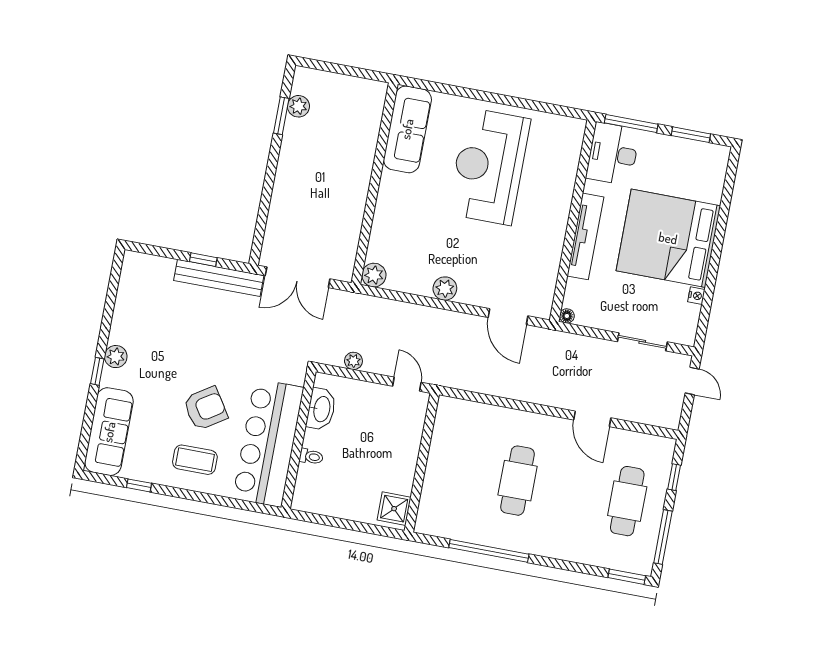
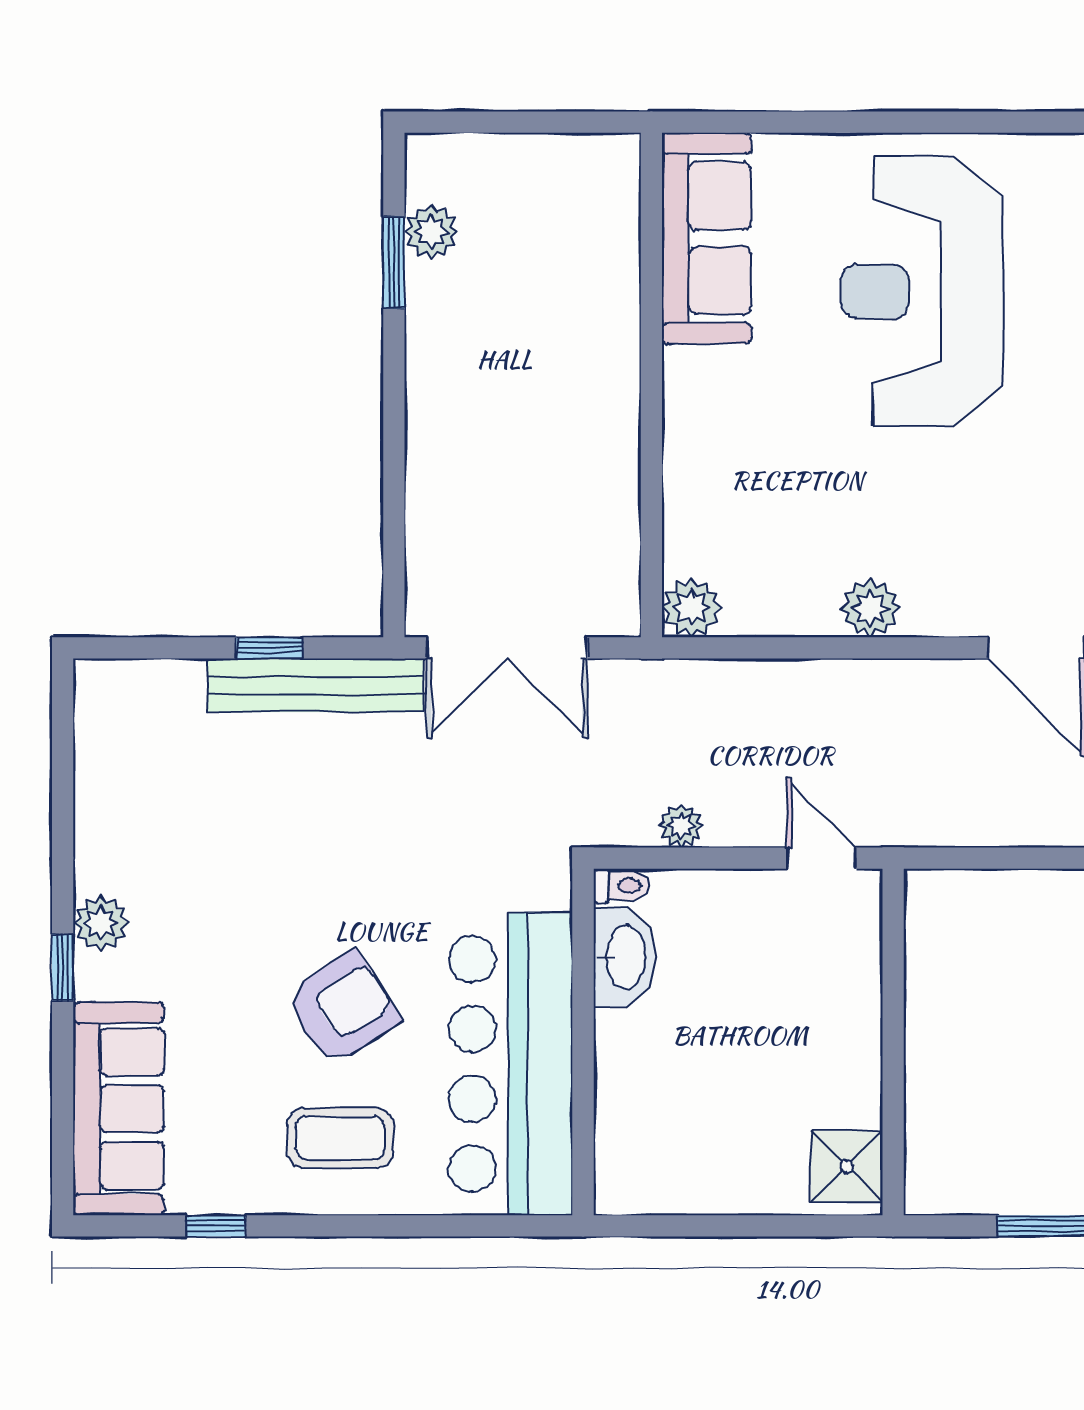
toilet: (311, 457) -> (622, 886), moved

